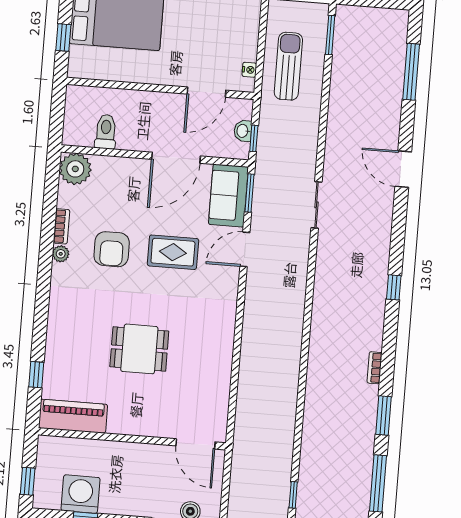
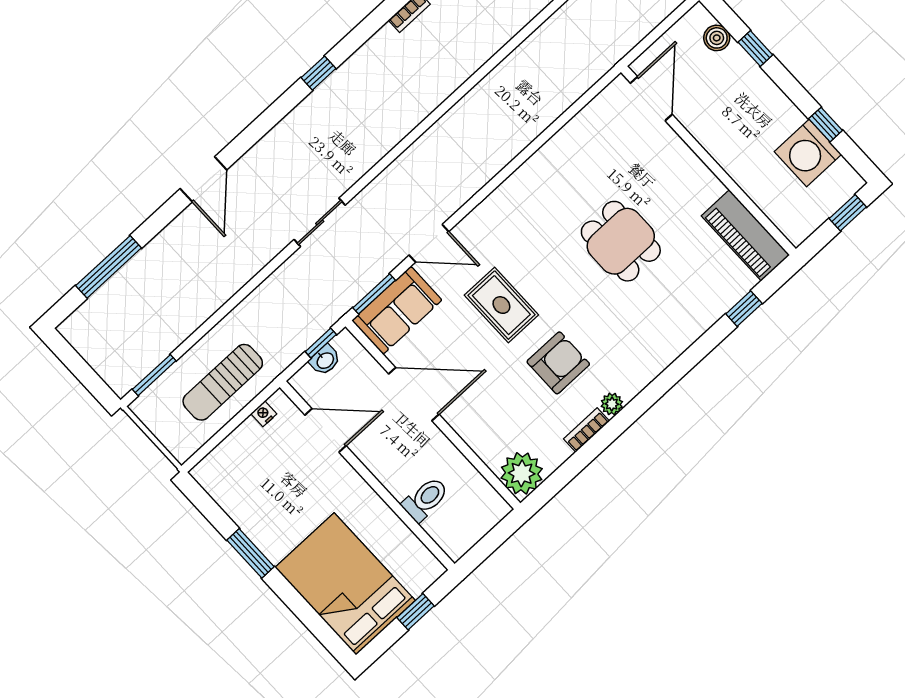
toilet: (106, 132) -> (425, 499), moved, turned 180

